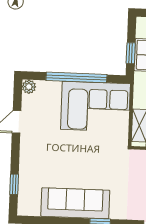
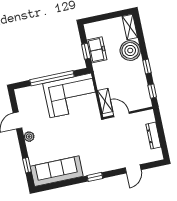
plant: (29, 87) -> (29, 137), moved
sofa: (75, 203) -> (57, 171), moved

